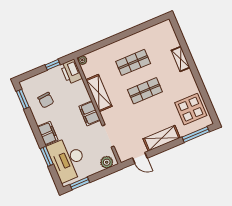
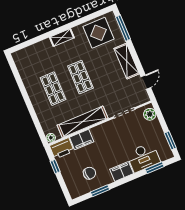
shelving: (181, 59) -> (62, 38), moved
shelving: (99, 93) -> (83, 122), width x1.47
window: (23, 99) -> (100, 191), moved
filing cabinet: (90, 113) -> (82, 140), moved
window: (47, 156) -> (155, 168), moved
desk: (68, 159) -> (143, 157), width x0.73, depth x0.77

